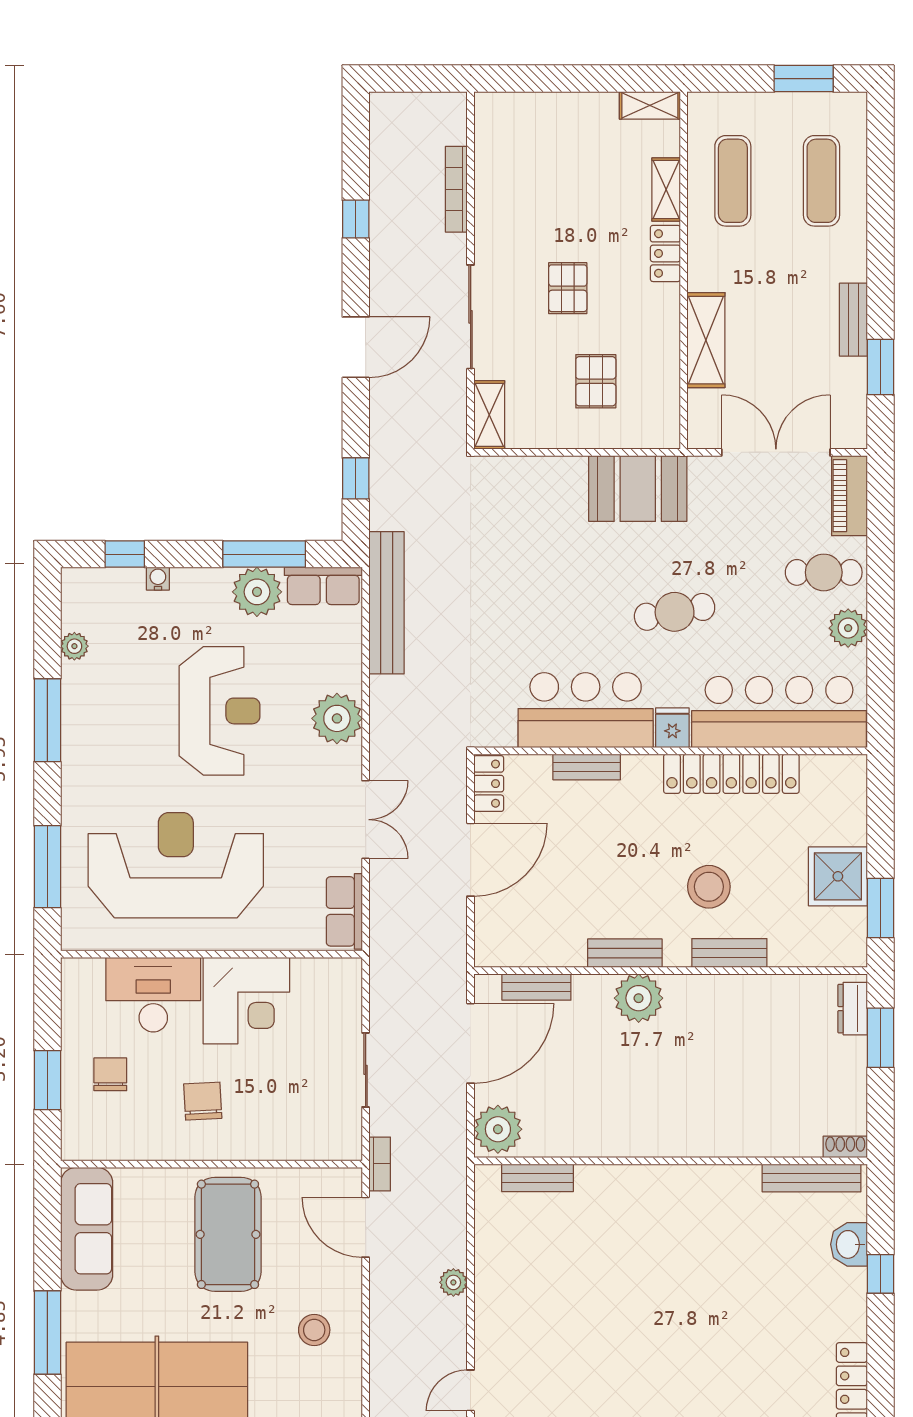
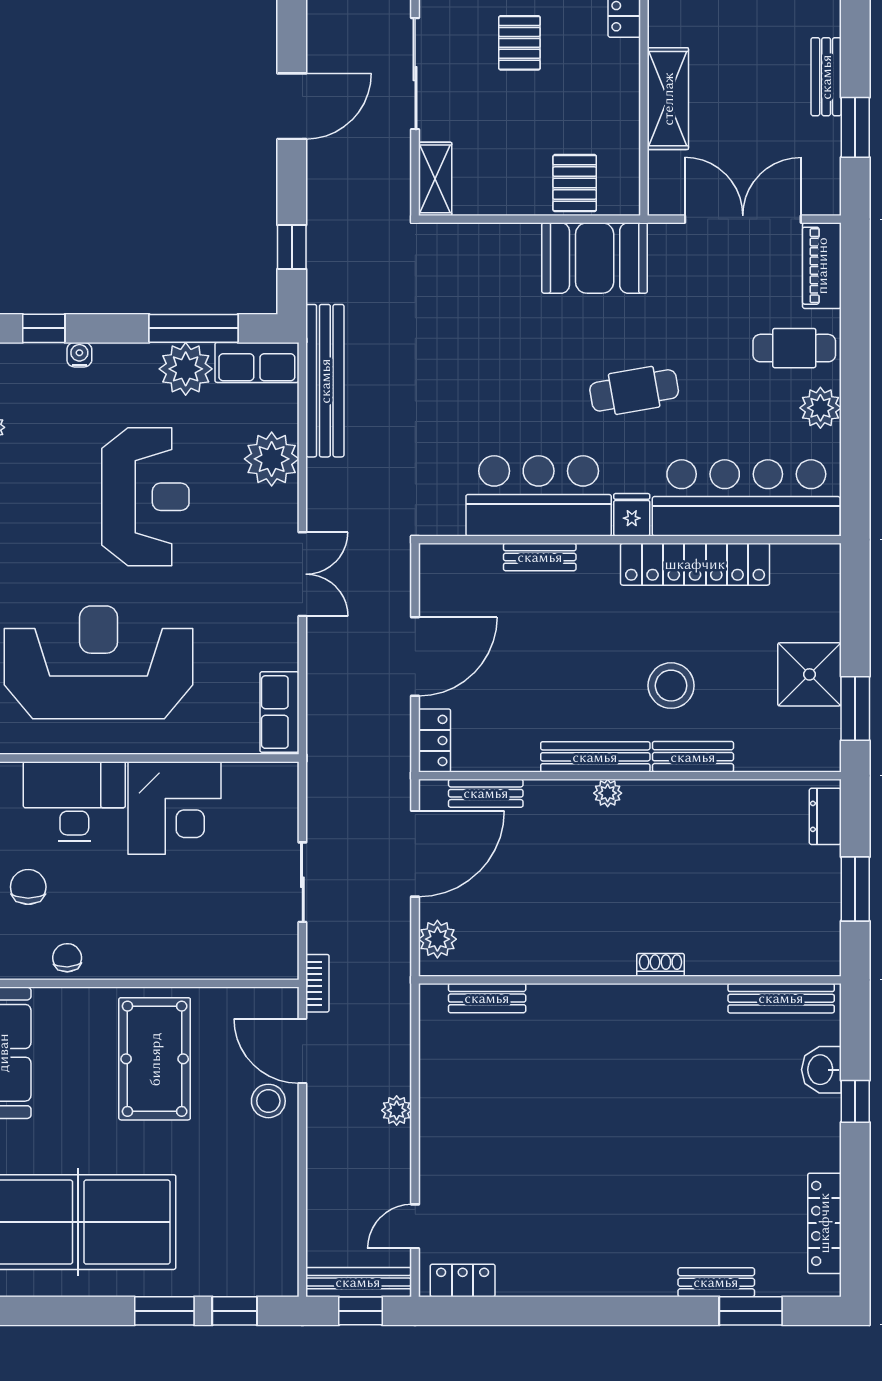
pallet: (596, 381) -> (575, 183), moved
plant: (337, 718) -> (272, 459), moved
locker: (489, 784) -> (435, 740), moved
double door: (366, 820) -> (302, 574), moved
bench: (625, 953) -> (595, 757), width x1.36
plant: (639, 998) -> (608, 793), width x0.53, depth x0.53
window: (880, 1038) -> (855, 889), moved
chair: (203, 1101) -> (67, 958), moved, width x0.73, depth x0.73
plant: (498, 1129) -> (437, 939), width x0.73, depth x0.73
shoe rack: (845, 1147) -> (660, 965), moved
stool: (314, 1330) -> (268, 1101), moved

